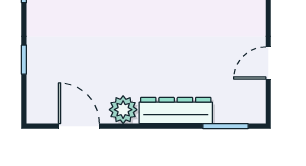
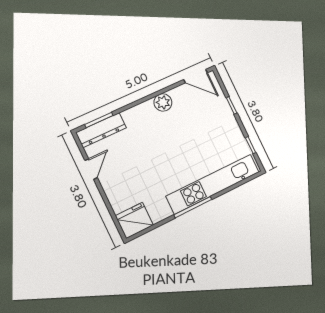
dresser: (176, 111) -> (101, 130), moved
door: (79, 126) -> (196, 76), moved

